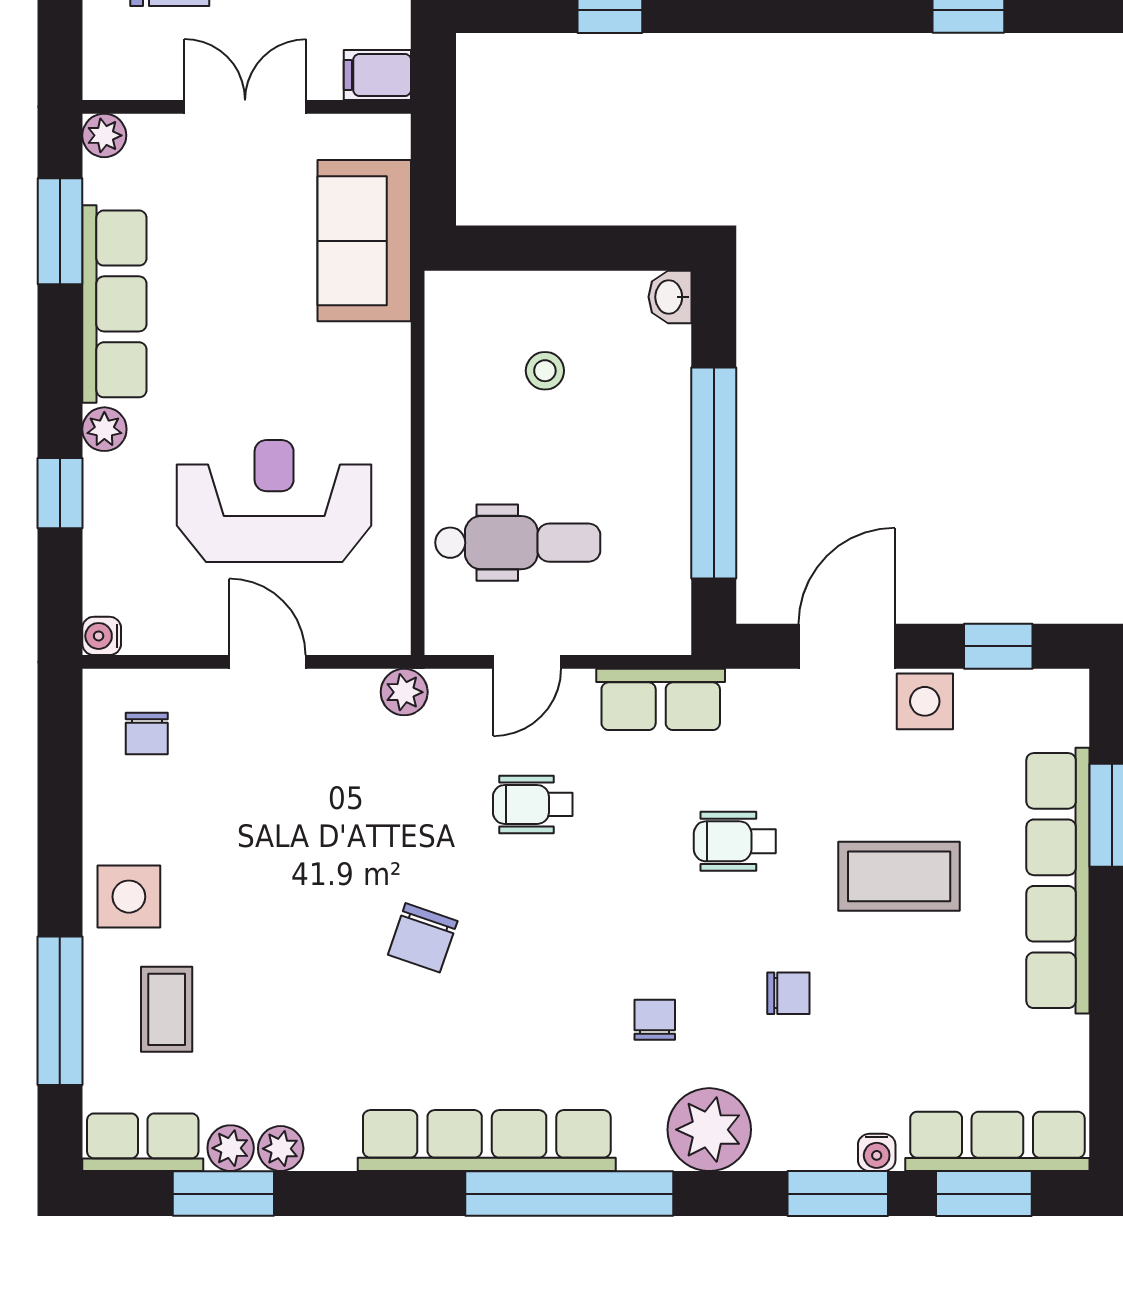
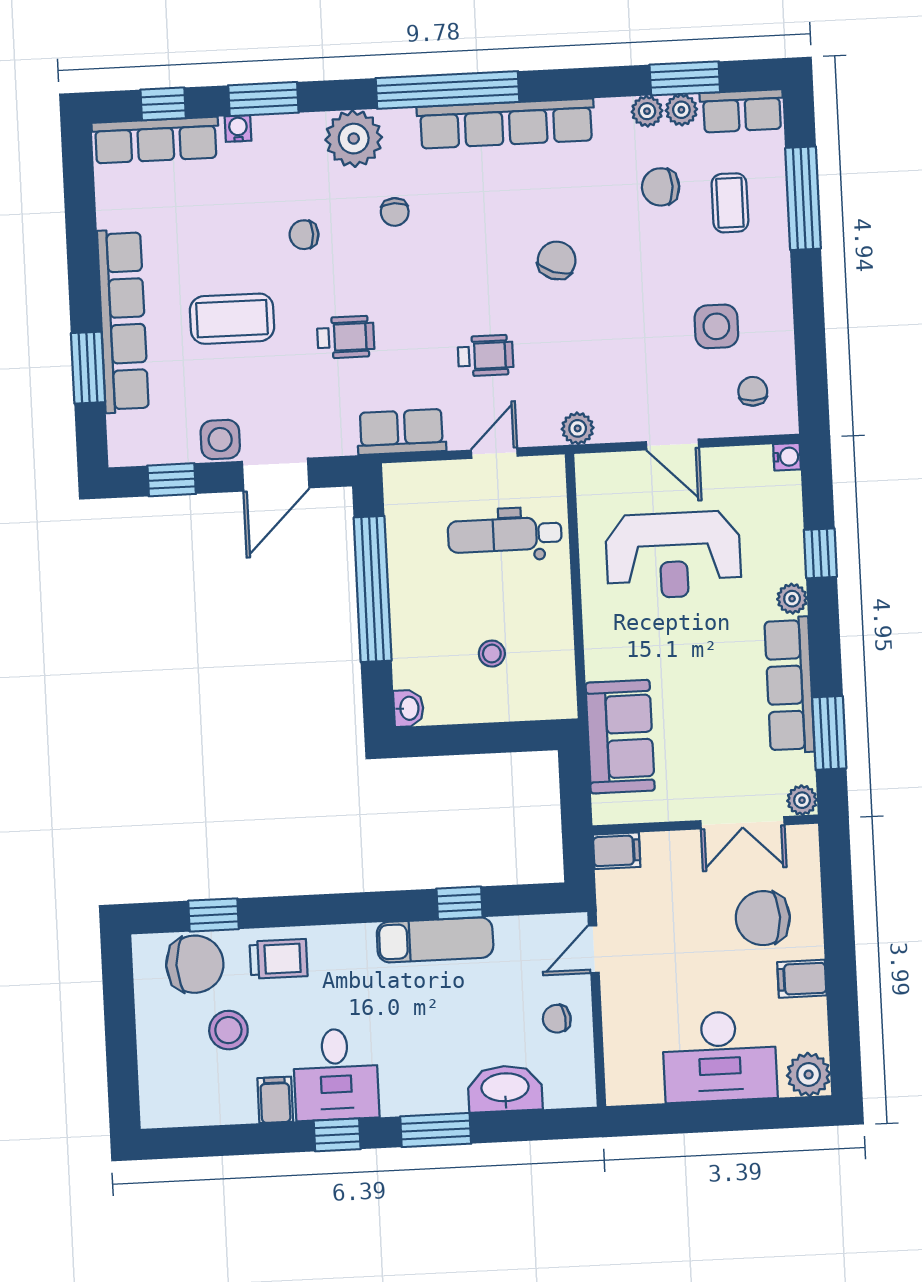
double door: (245, 107) -> (742, 823), moved
side table: (129, 897) -> (716, 326), moved
chair: (266, 1037) -> (661, 187), added
window: (984, 1194) -> (163, 104), width x0.67

